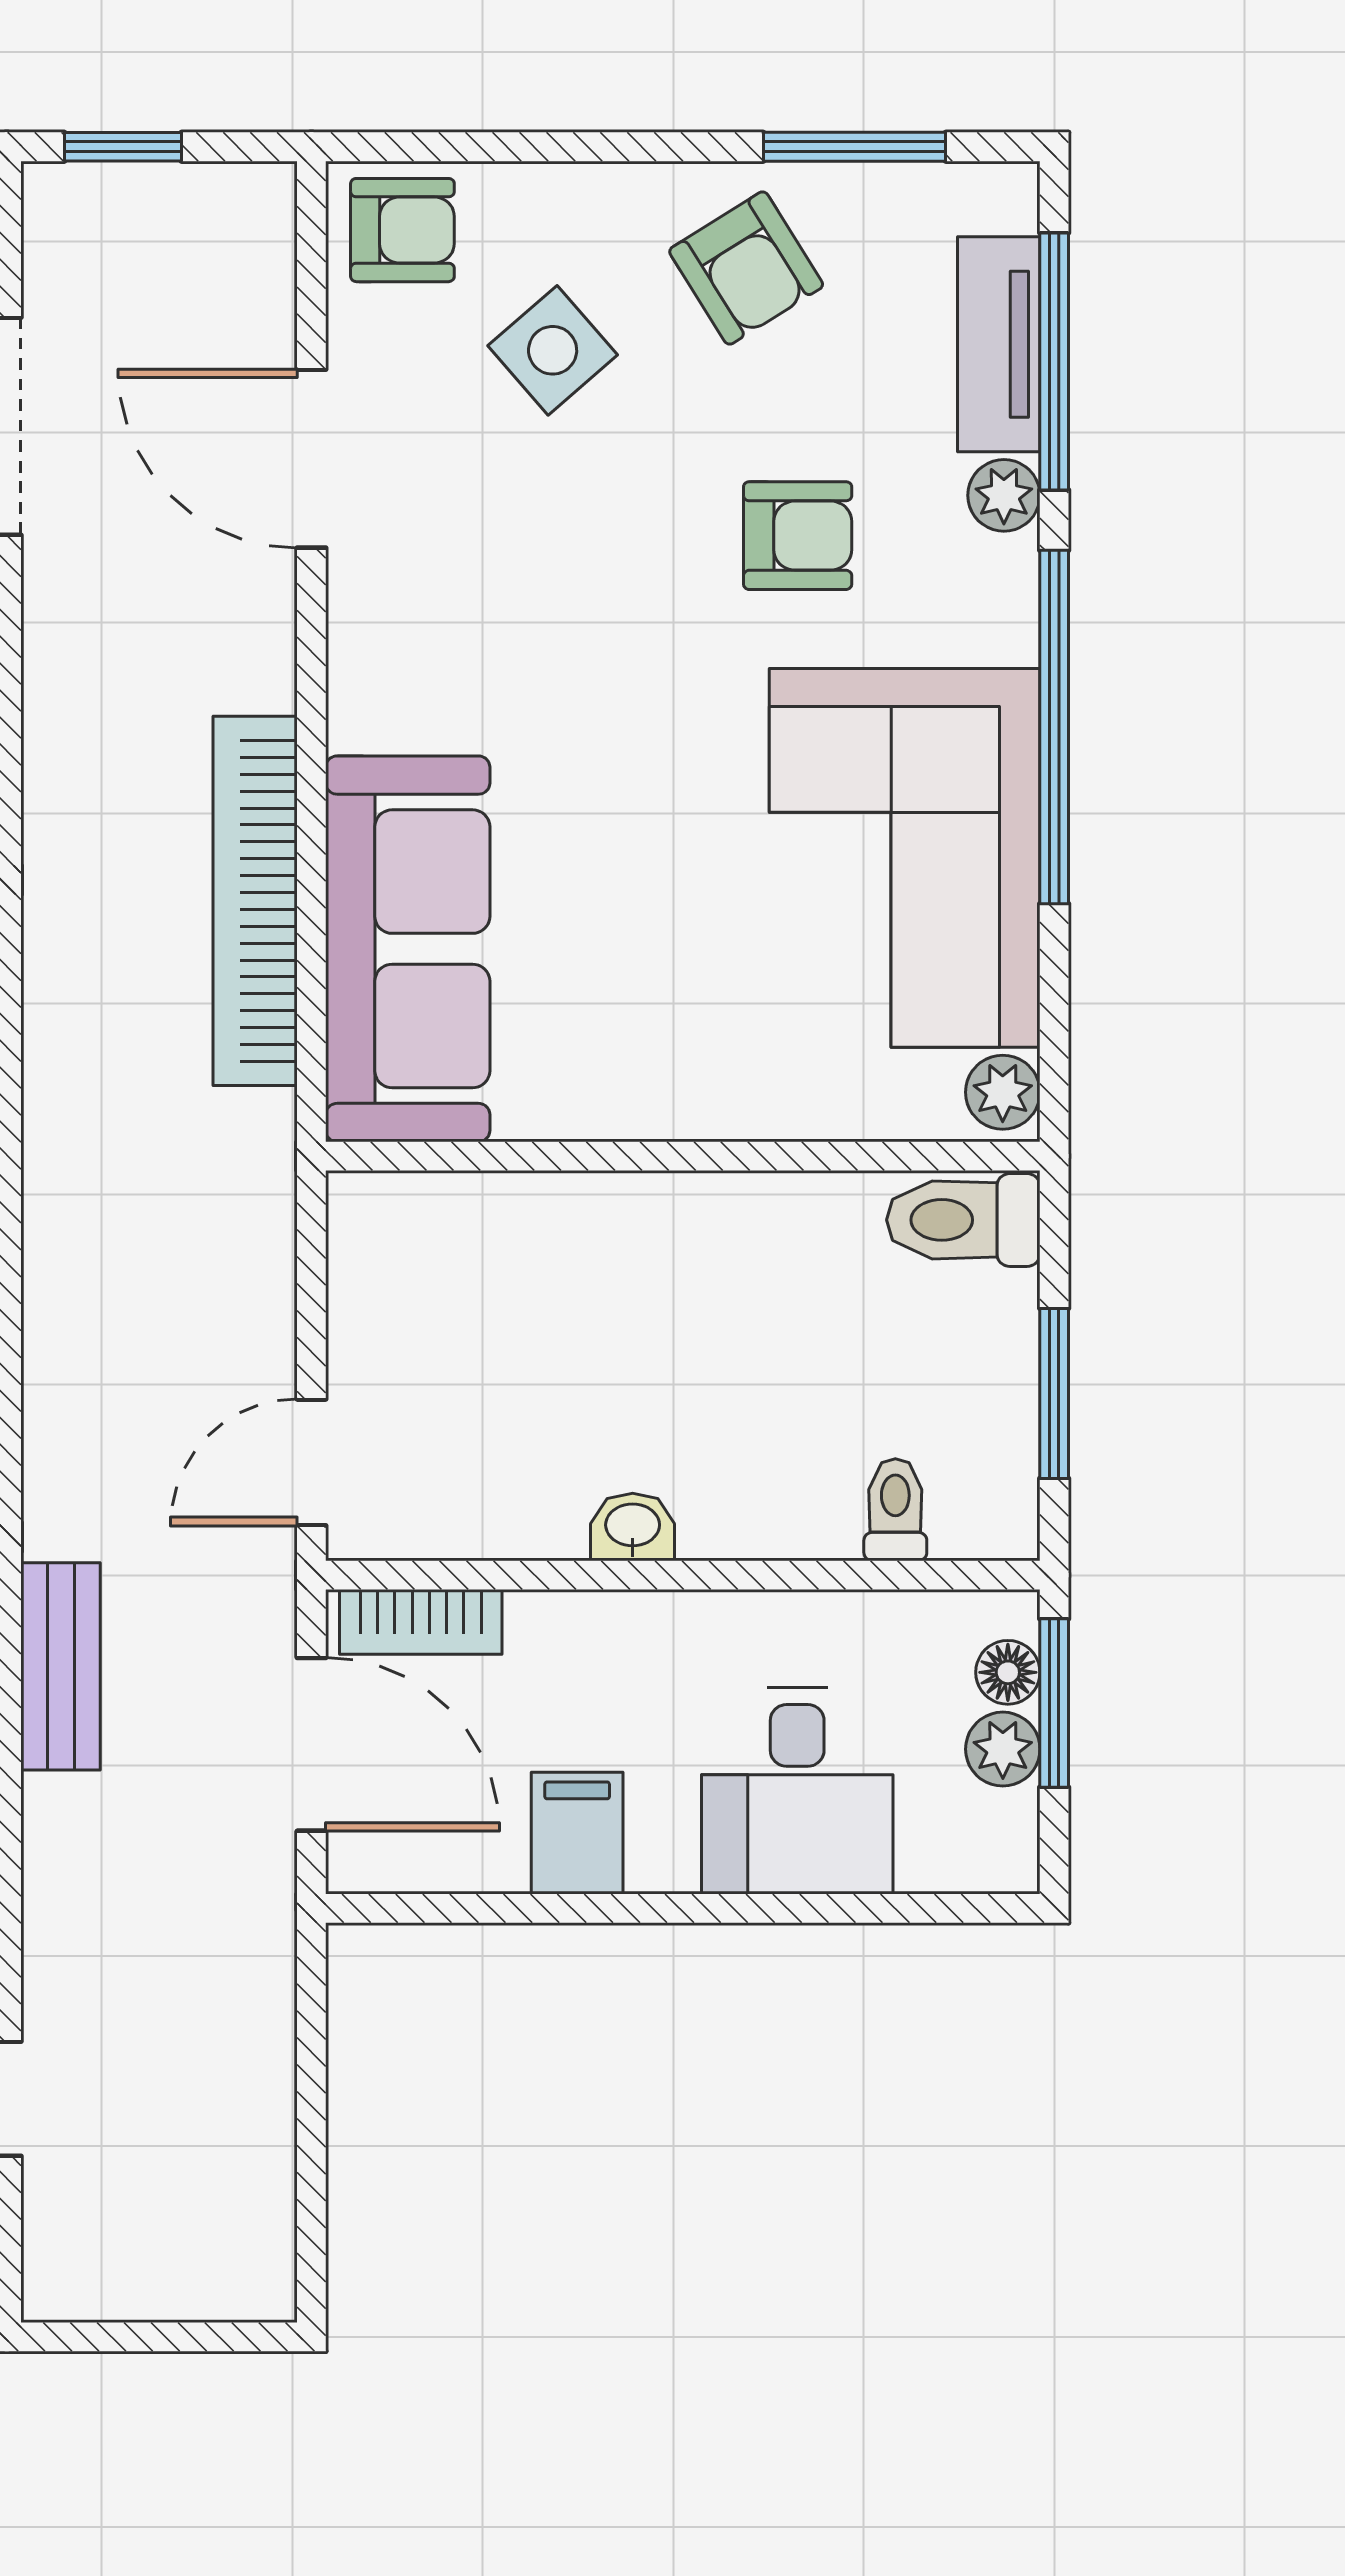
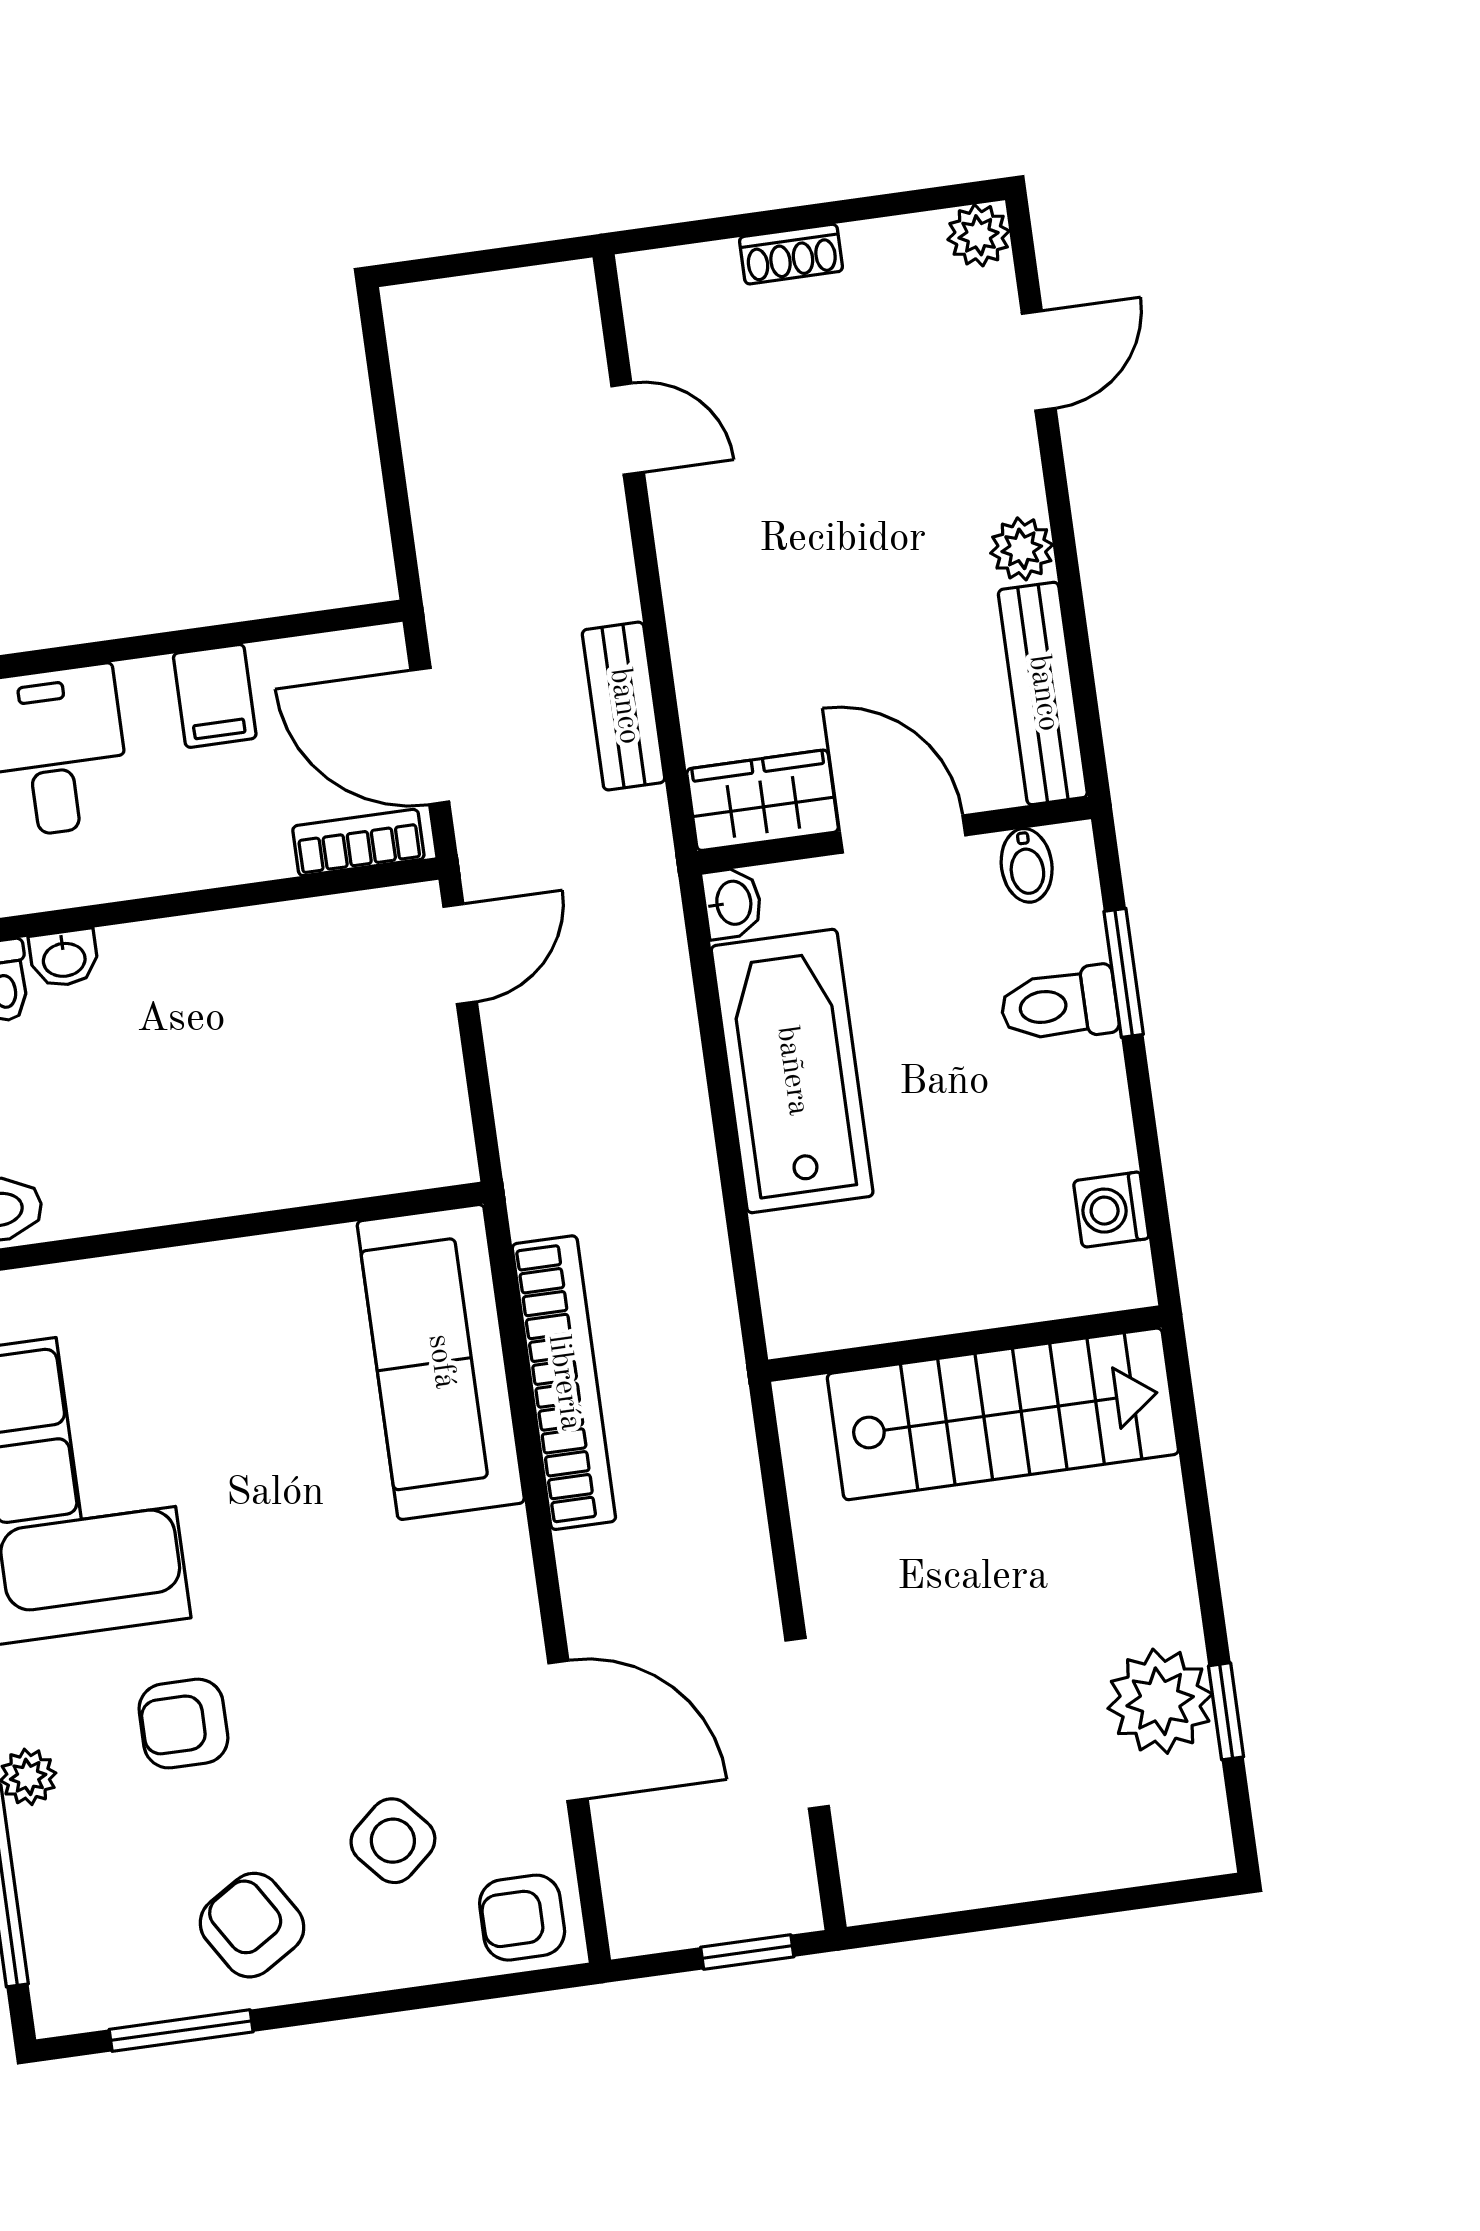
tv unit: (999, 344) -> (48, 1893), removed
washbasin: (633, 1527) -> (64, 958), moved
bench: (61, 1666) -> (624, 706), moved

